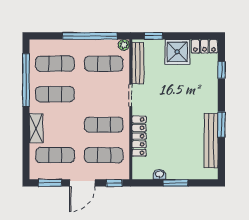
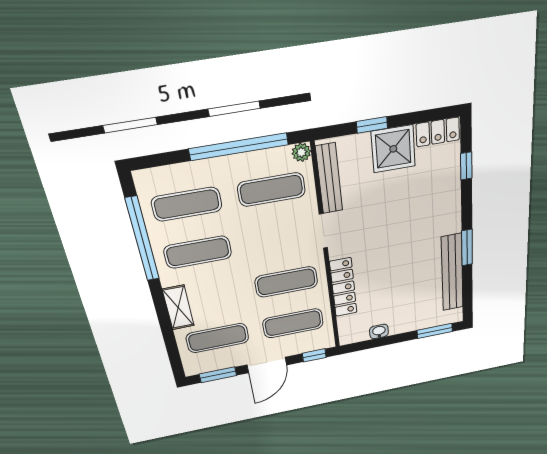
window: (153, 36) -> (372, 125), moved
window: (175, 183) -> (435, 331), moved

